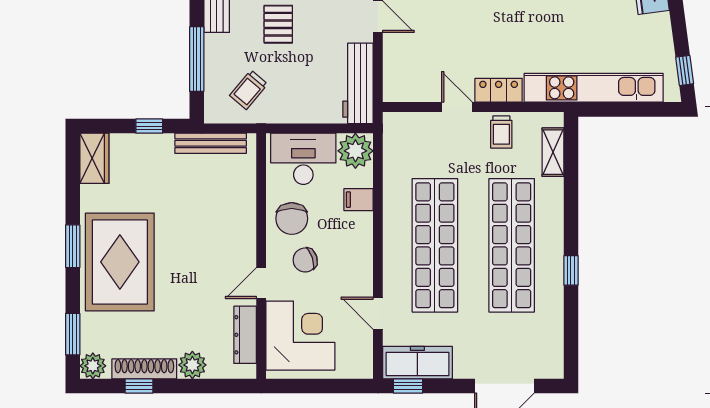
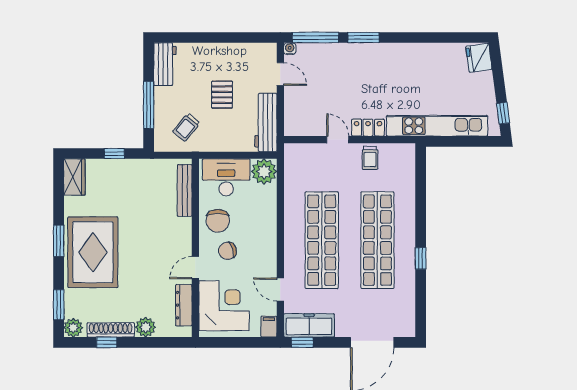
pallet: (278, 24) -> (222, 95), moved
bench: (211, 143) -> (185, 190), moved, turned 90
shelving: (553, 152) -> (407, 172), removed
filing cabinet: (359, 200) -> (269, 327), moved, turned 90

